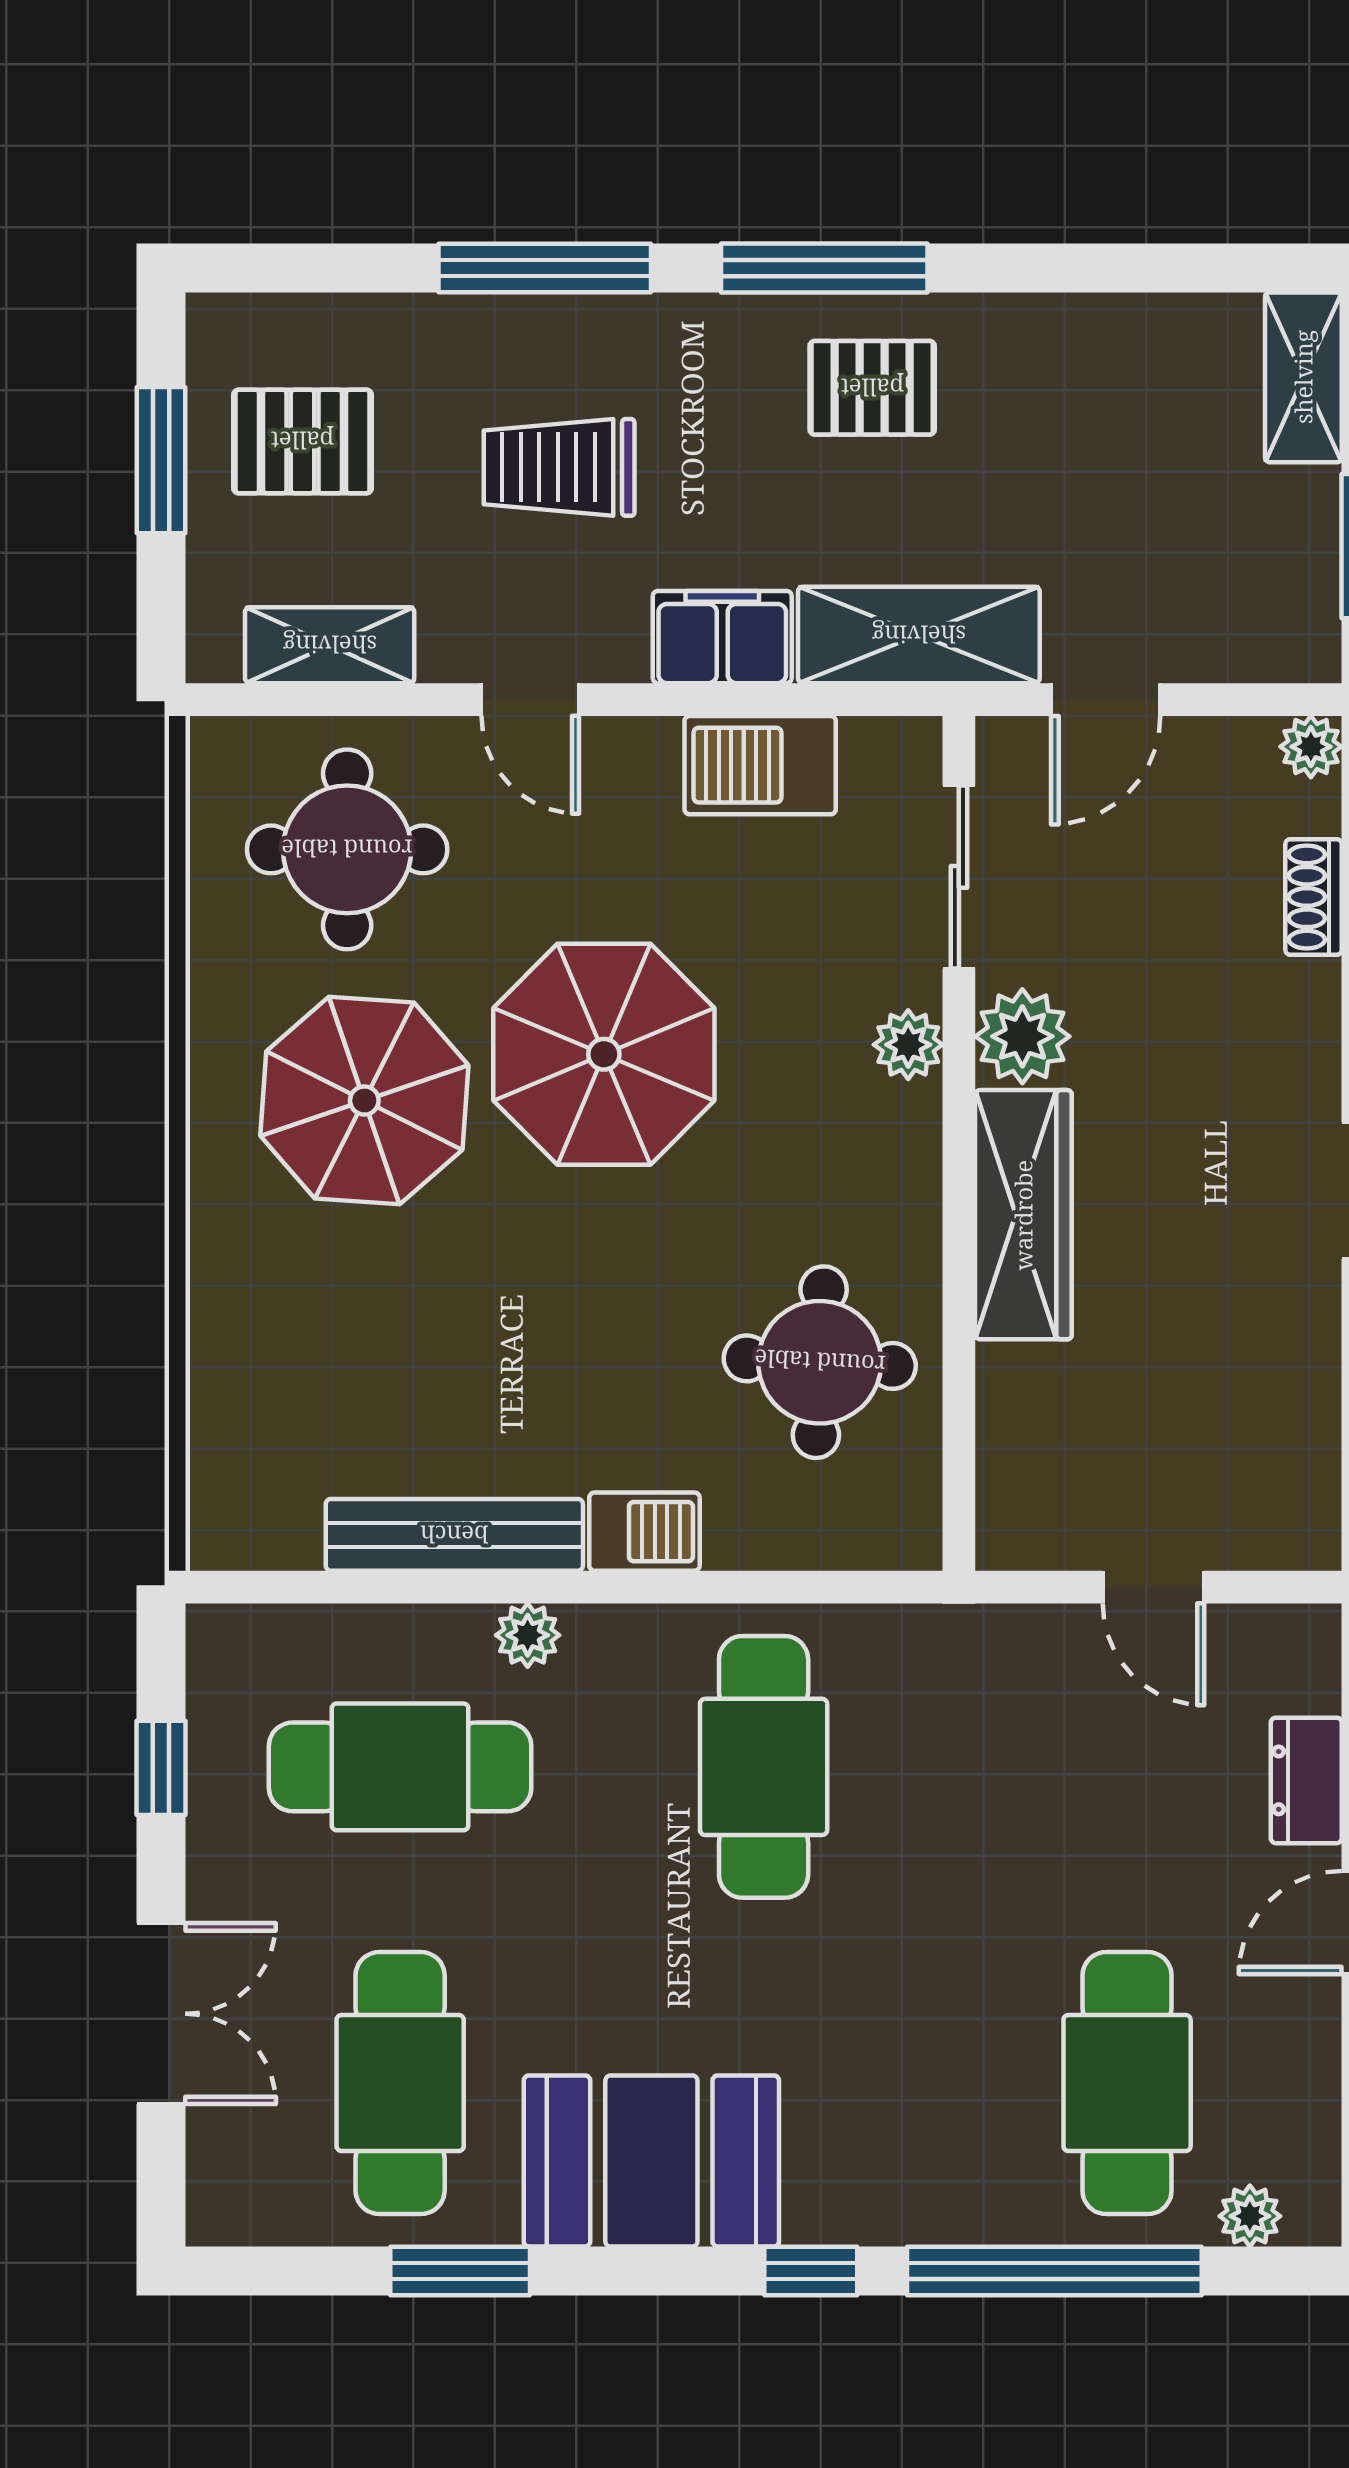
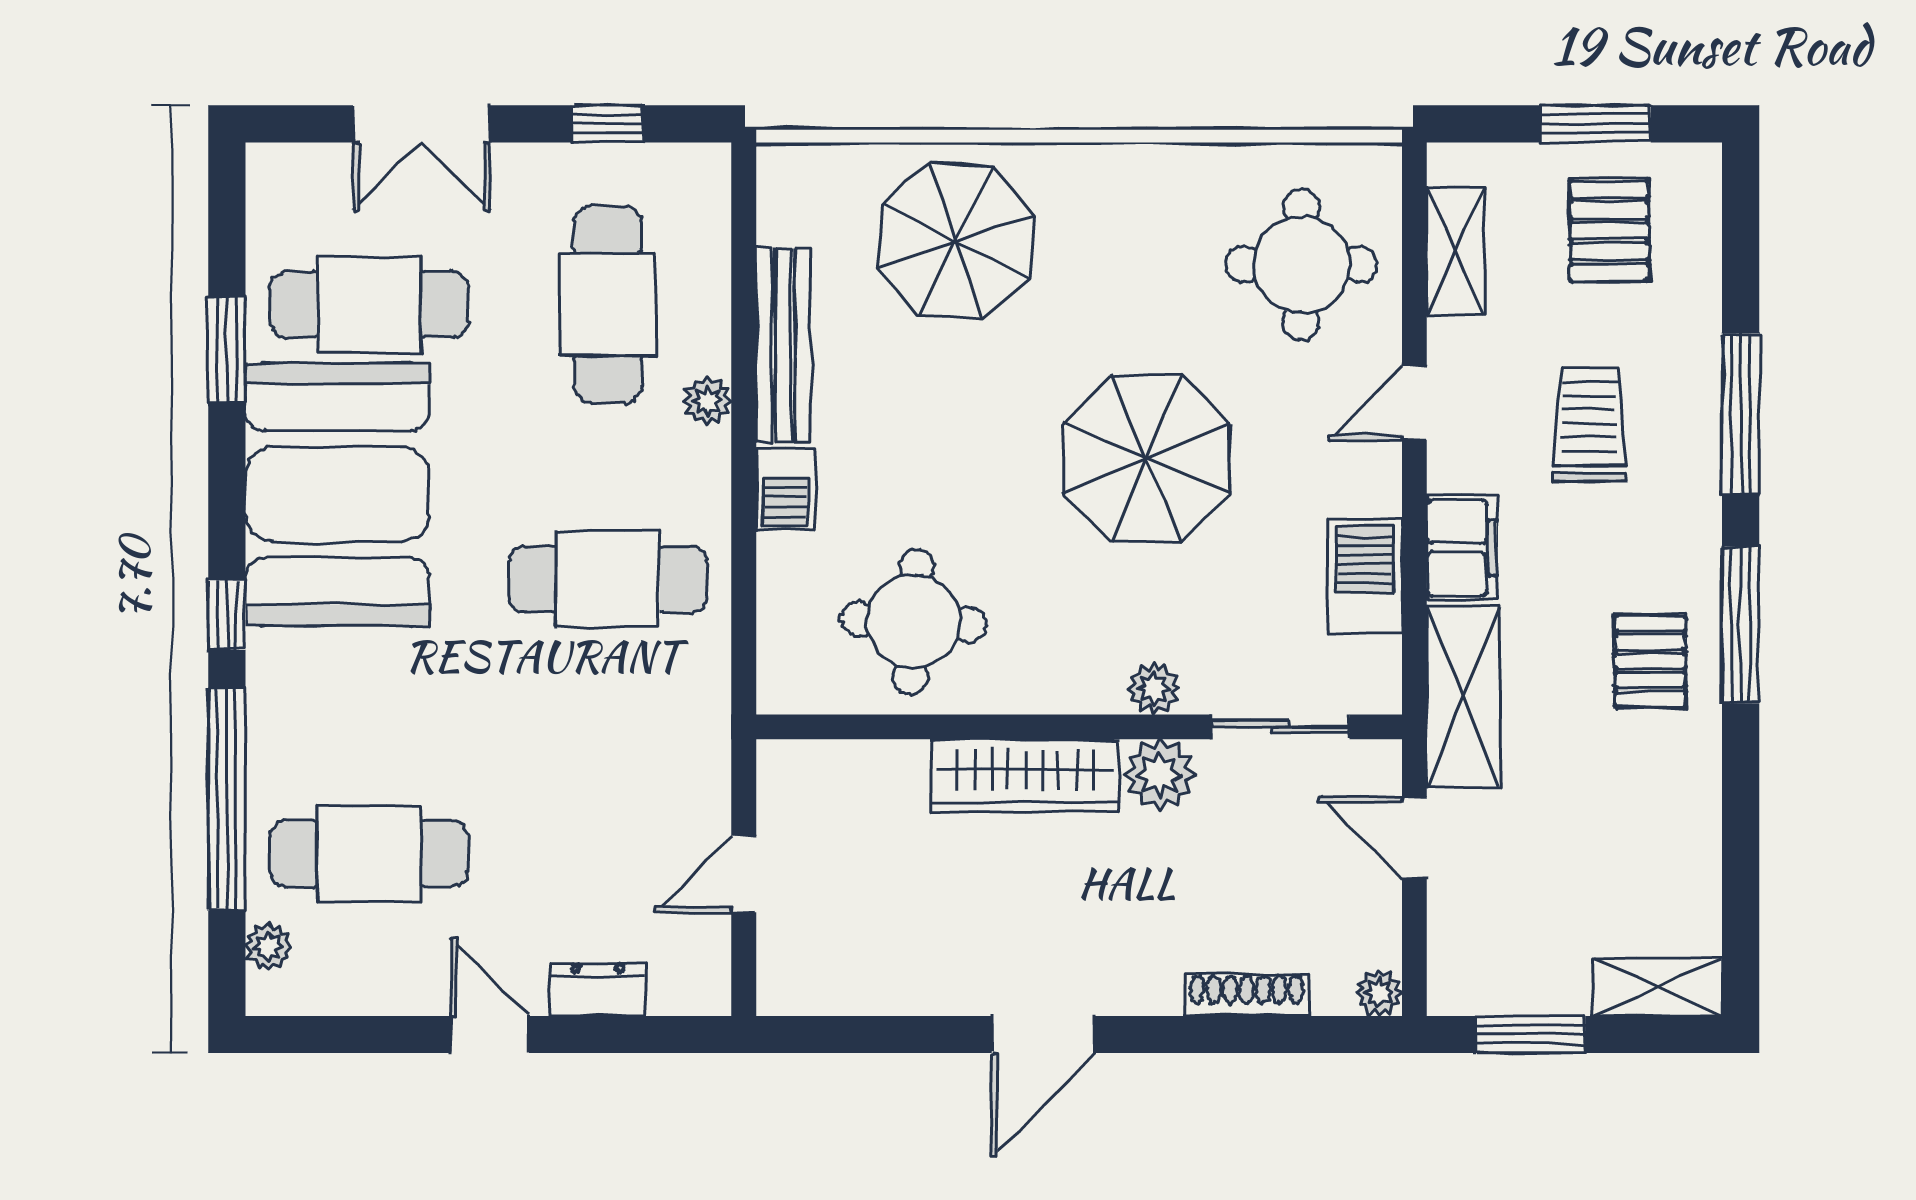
shoe rack: (1314, 897) -> (1246, 995), width x1.43
parasol: (364, 1101) -> (956, 241), moved
booth: (651, 2161) -> (337, 494), width x1.36, depth x1.42

